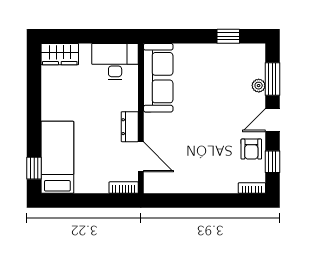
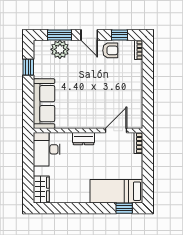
sofa: (158, 78) -> (44, 104), moved, turned 90
plant: (259, 86) -> (60, 49), width x1.87, depth x1.87
dresser: (130, 127) -> (84, 139), moved

